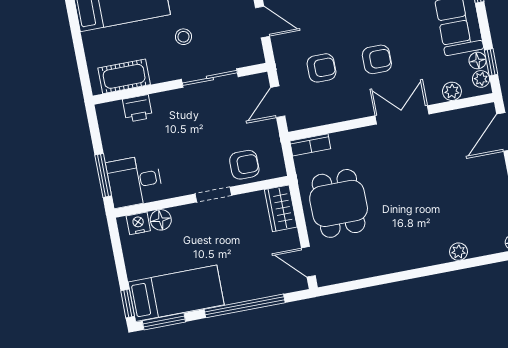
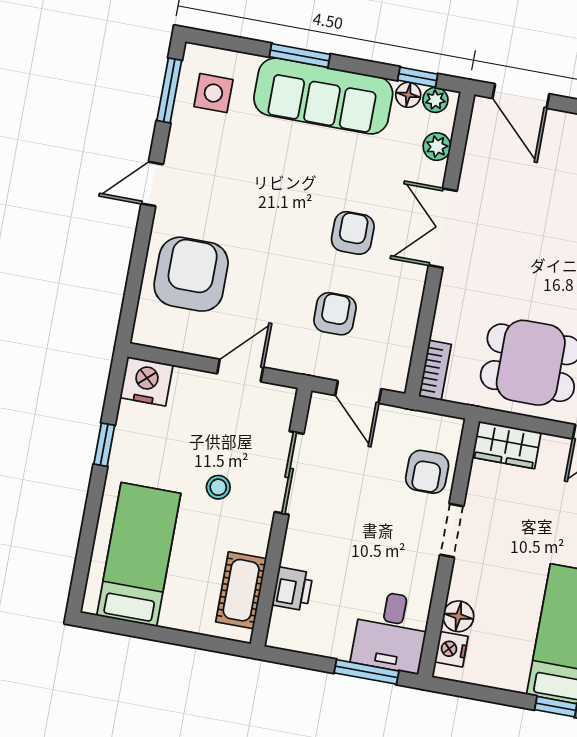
armchair: (244, 165) -> (427, 472), turned 180

